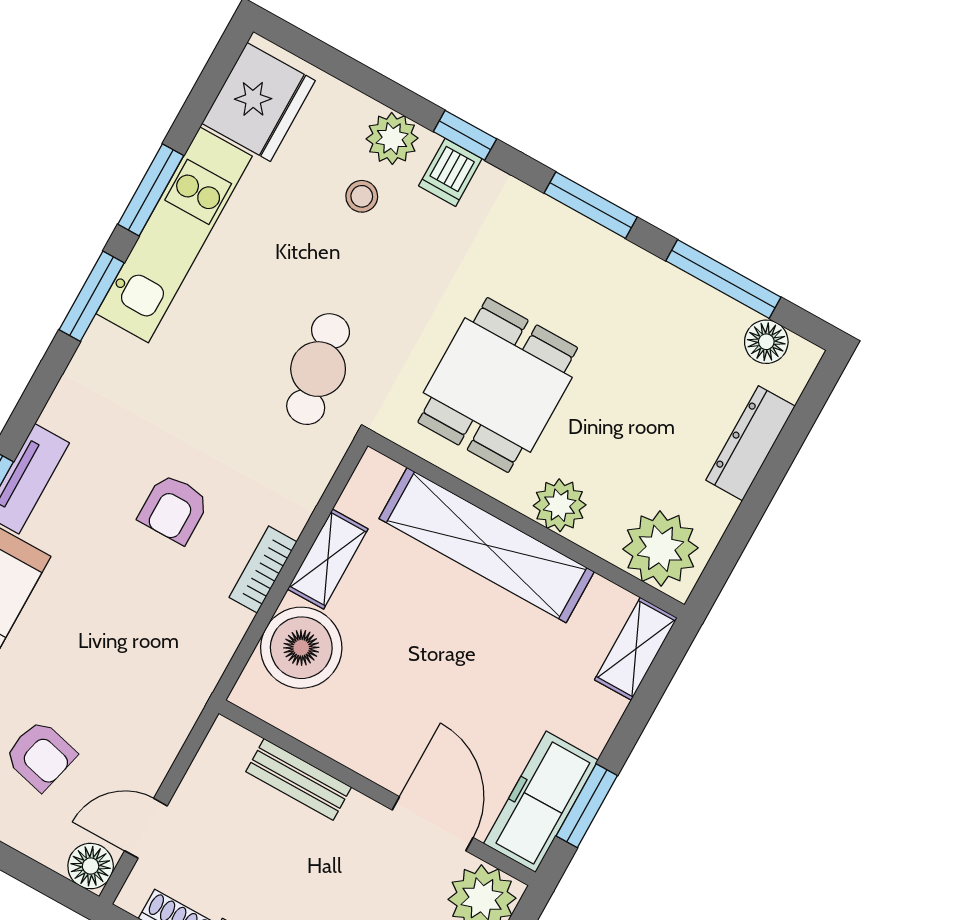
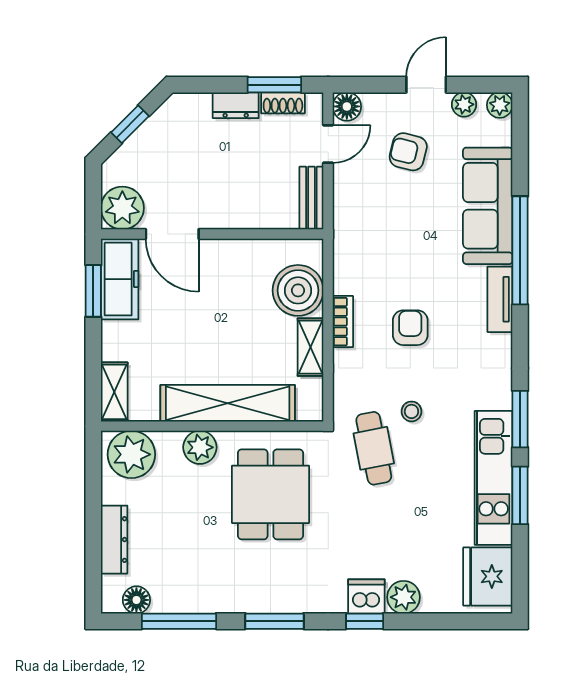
dishwasher: (450, 172) -> (366, 596), width x1.38
stool: (362, 196) -> (411, 411), moved
bench: (299, 779) -> (311, 198), moved, turned 90

